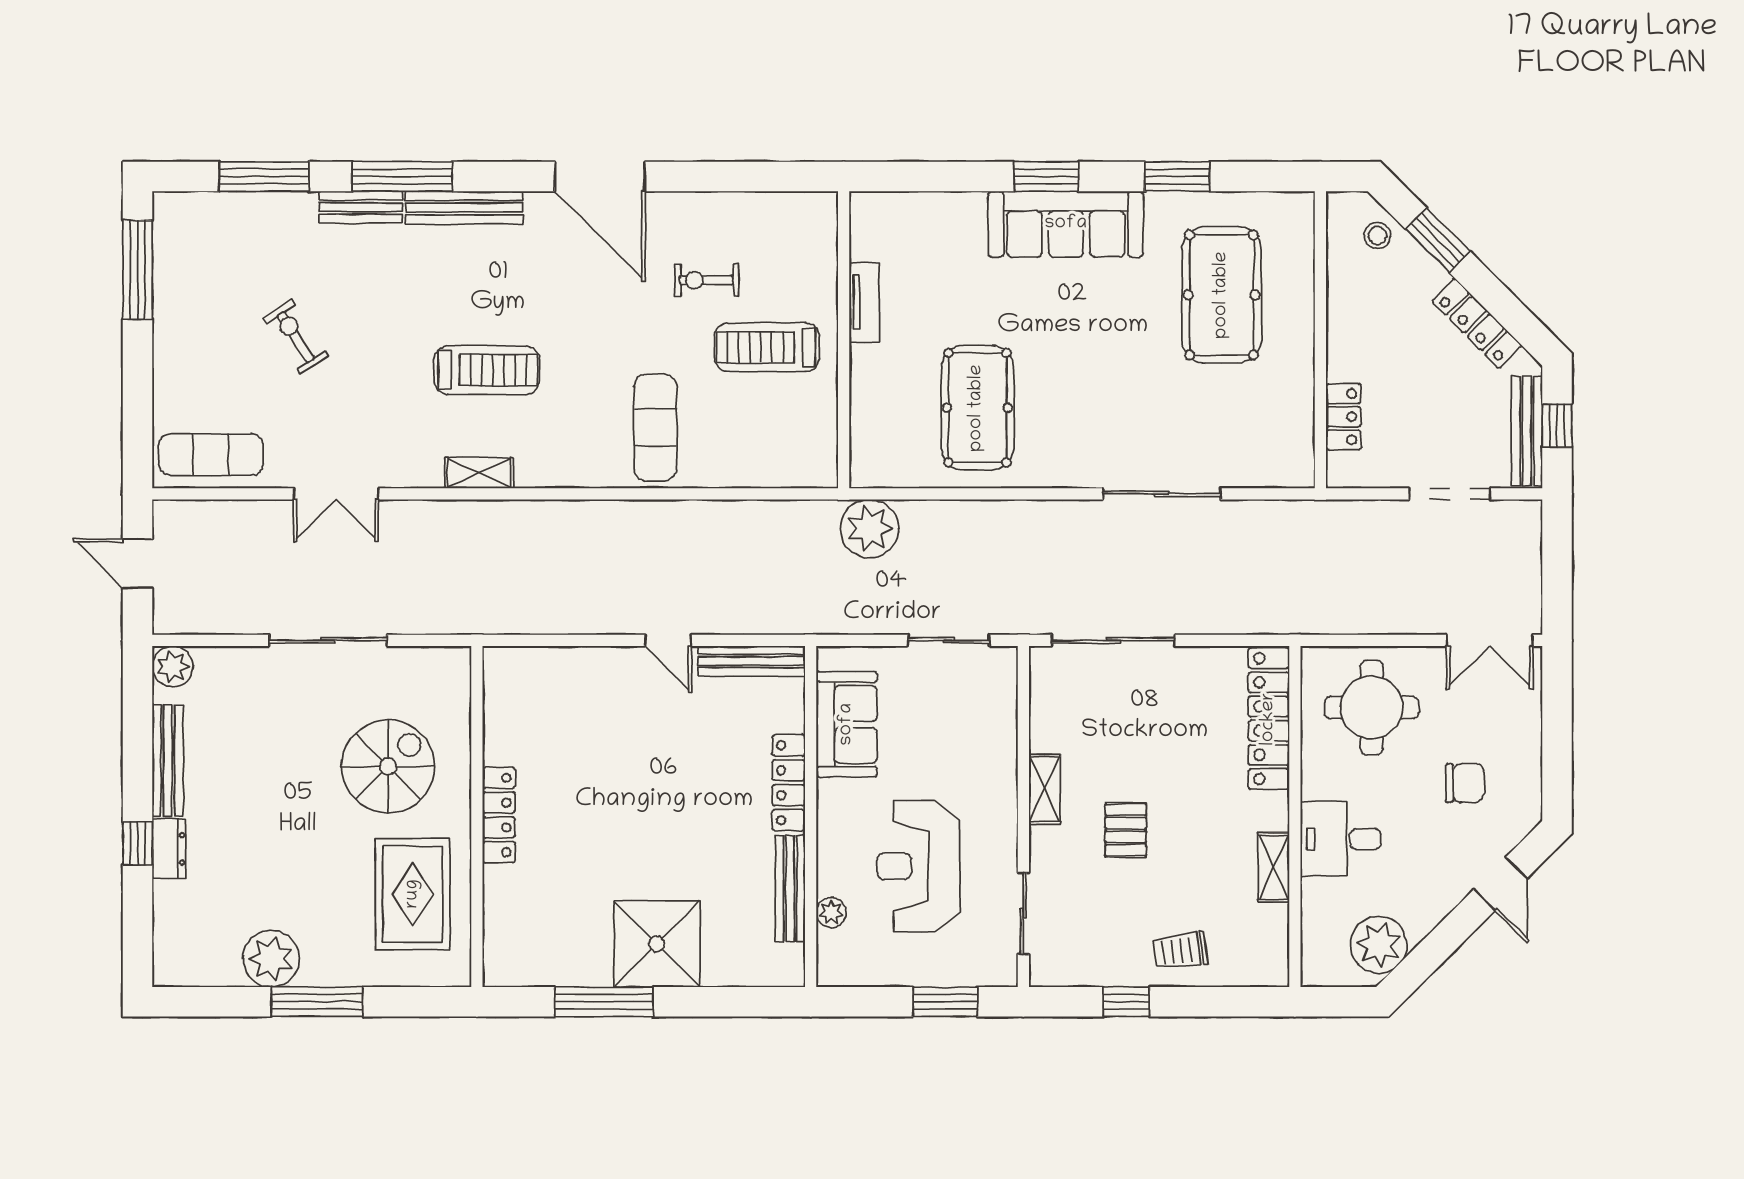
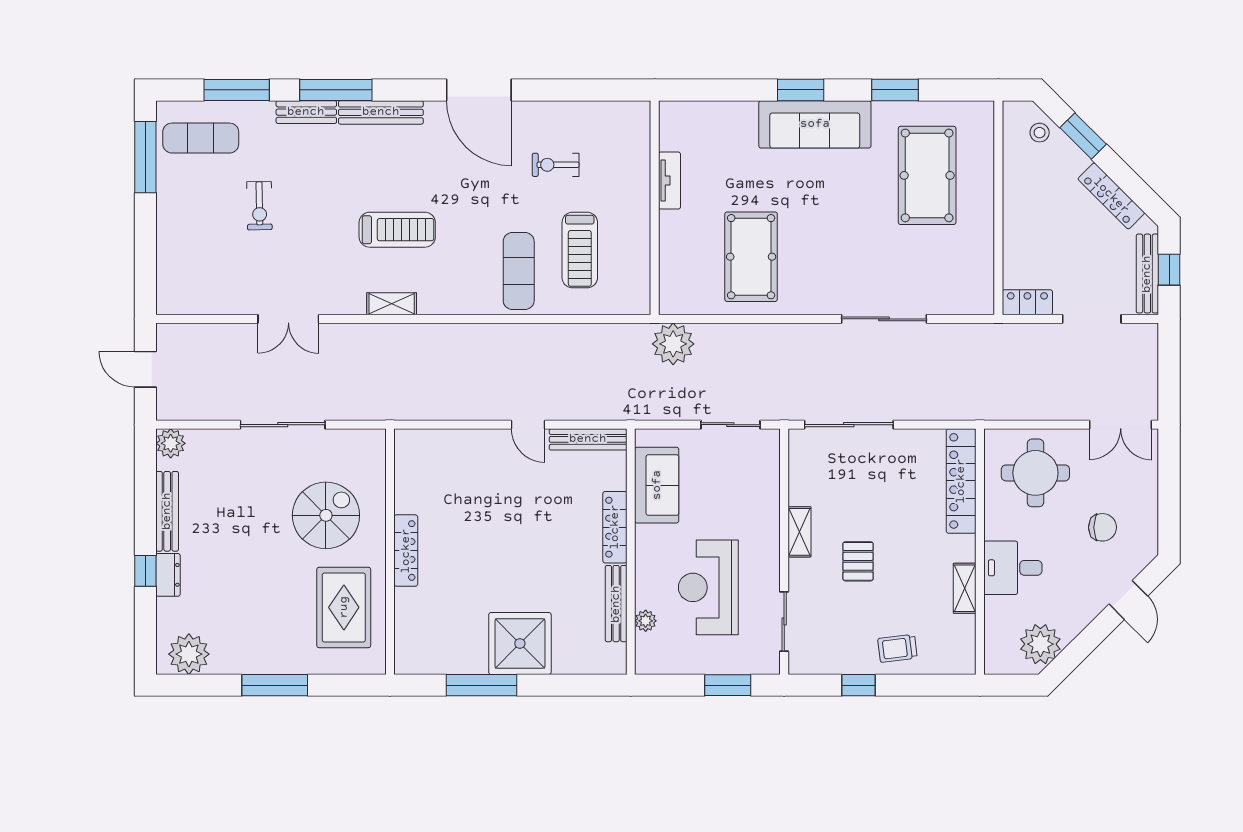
exercise bike: (296, 337) -> (259, 206), turned -148
treadmill: (767, 347) -> (580, 250), moved, turned -90
locker: (1343, 417) -> (1027, 302), moved, turned -90
exercise mat: (211, 455) -> (201, 138), moved
plant: (271, 959) -> (189, 654), moved

